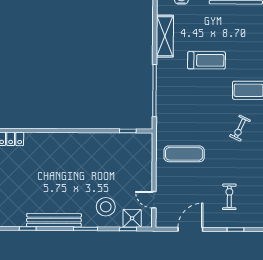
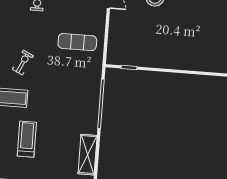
treadmill: (207, 60) -> (27, 139), moved, turned 90

